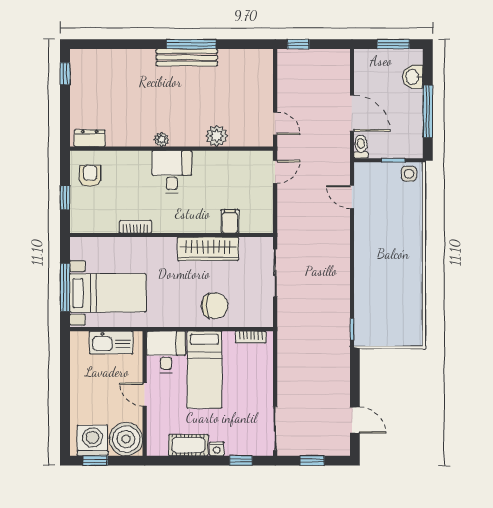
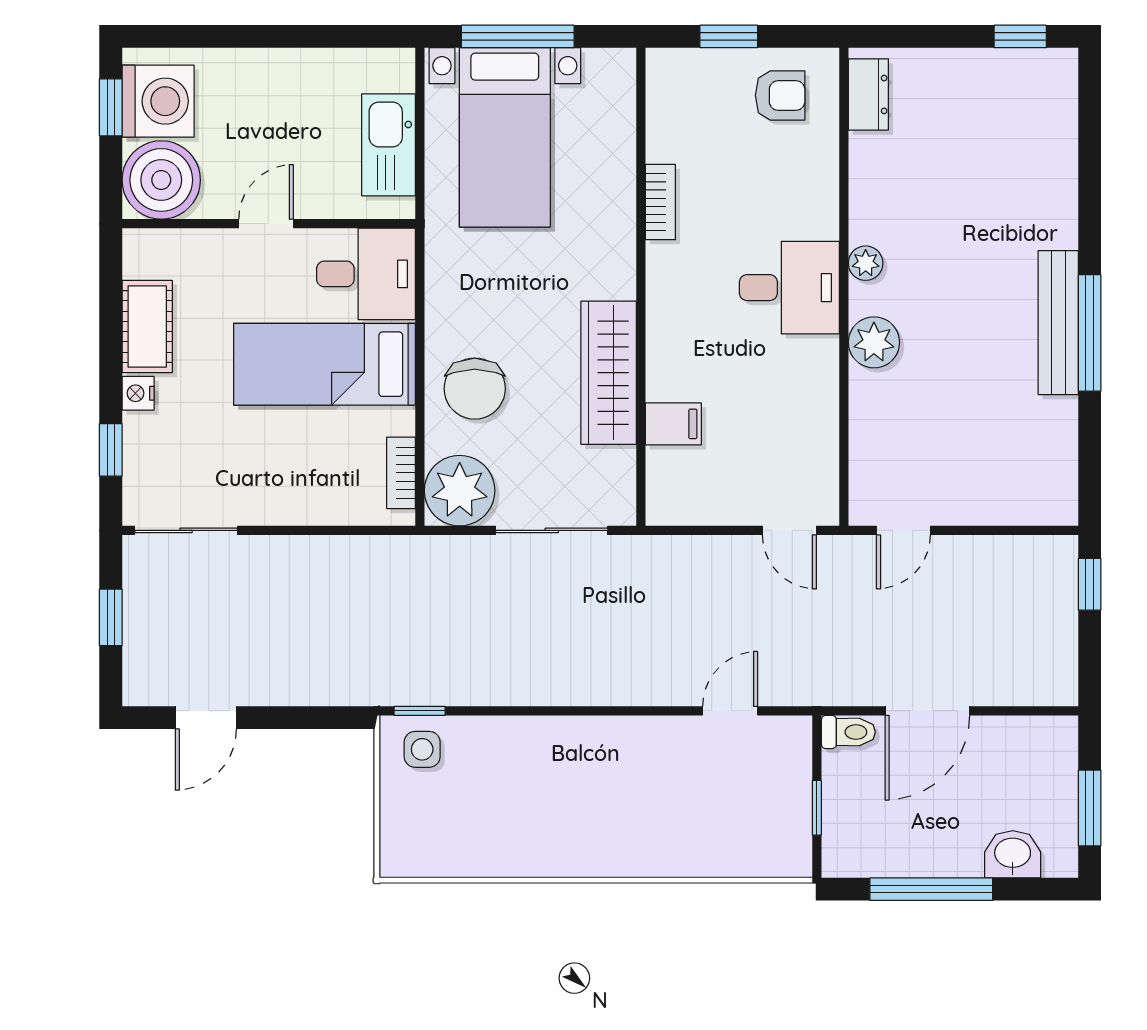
plant: (217, 136) -> (874, 342), moved
side table: (409, 174) -> (422, 749), moved
plant: (258, 312) -> (460, 491), added

